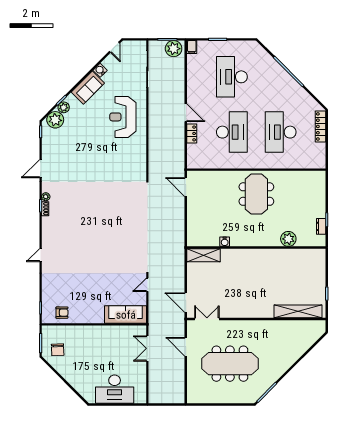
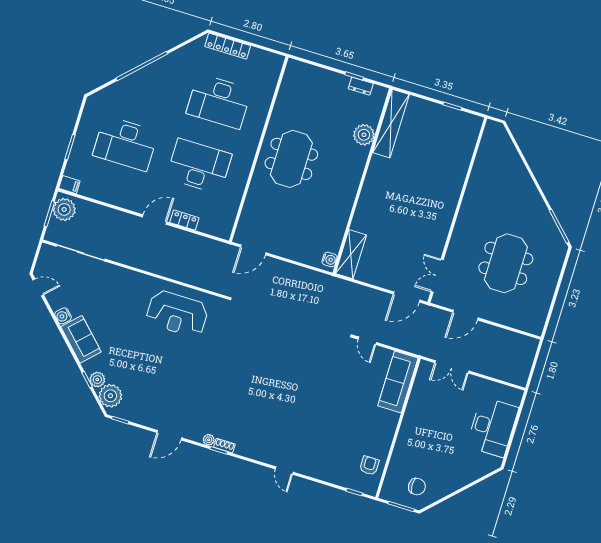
reception desk: (123, 117) -> (177, 314), moved
door: (41, 169) -> (169, 435), hinge flipped
meeting table: (256, 194) -> (291, 159), turned 90
water cooler: (225, 242) -> (330, 259), moved
shelving: (298, 311) -> (391, 124), moved
meeting table: (230, 364) -> (506, 263), width x0.73

